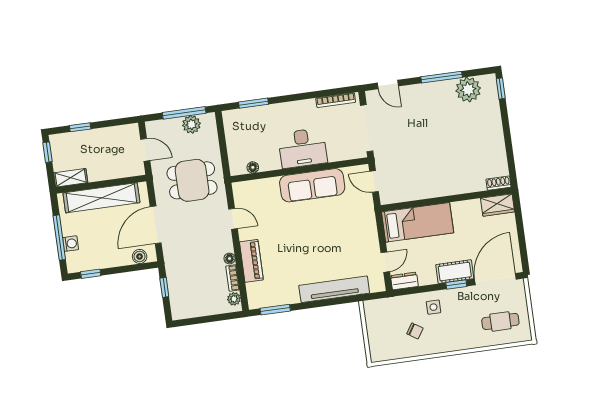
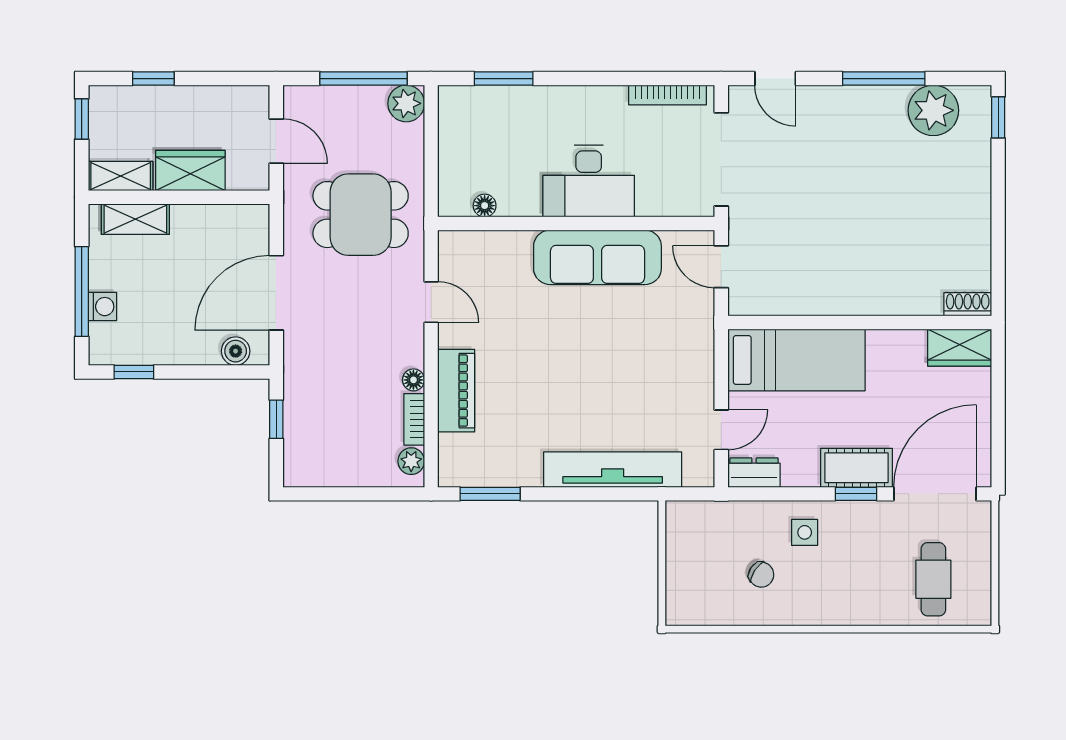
plant: (191, 124) -> (406, 103), moved
wardrobe: (105, 170) -> (190, 170), added
shelving: (101, 198) -> (135, 219), width x0.45, depth x0.75
cafe table: (500, 321) -> (933, 579), turned 90

